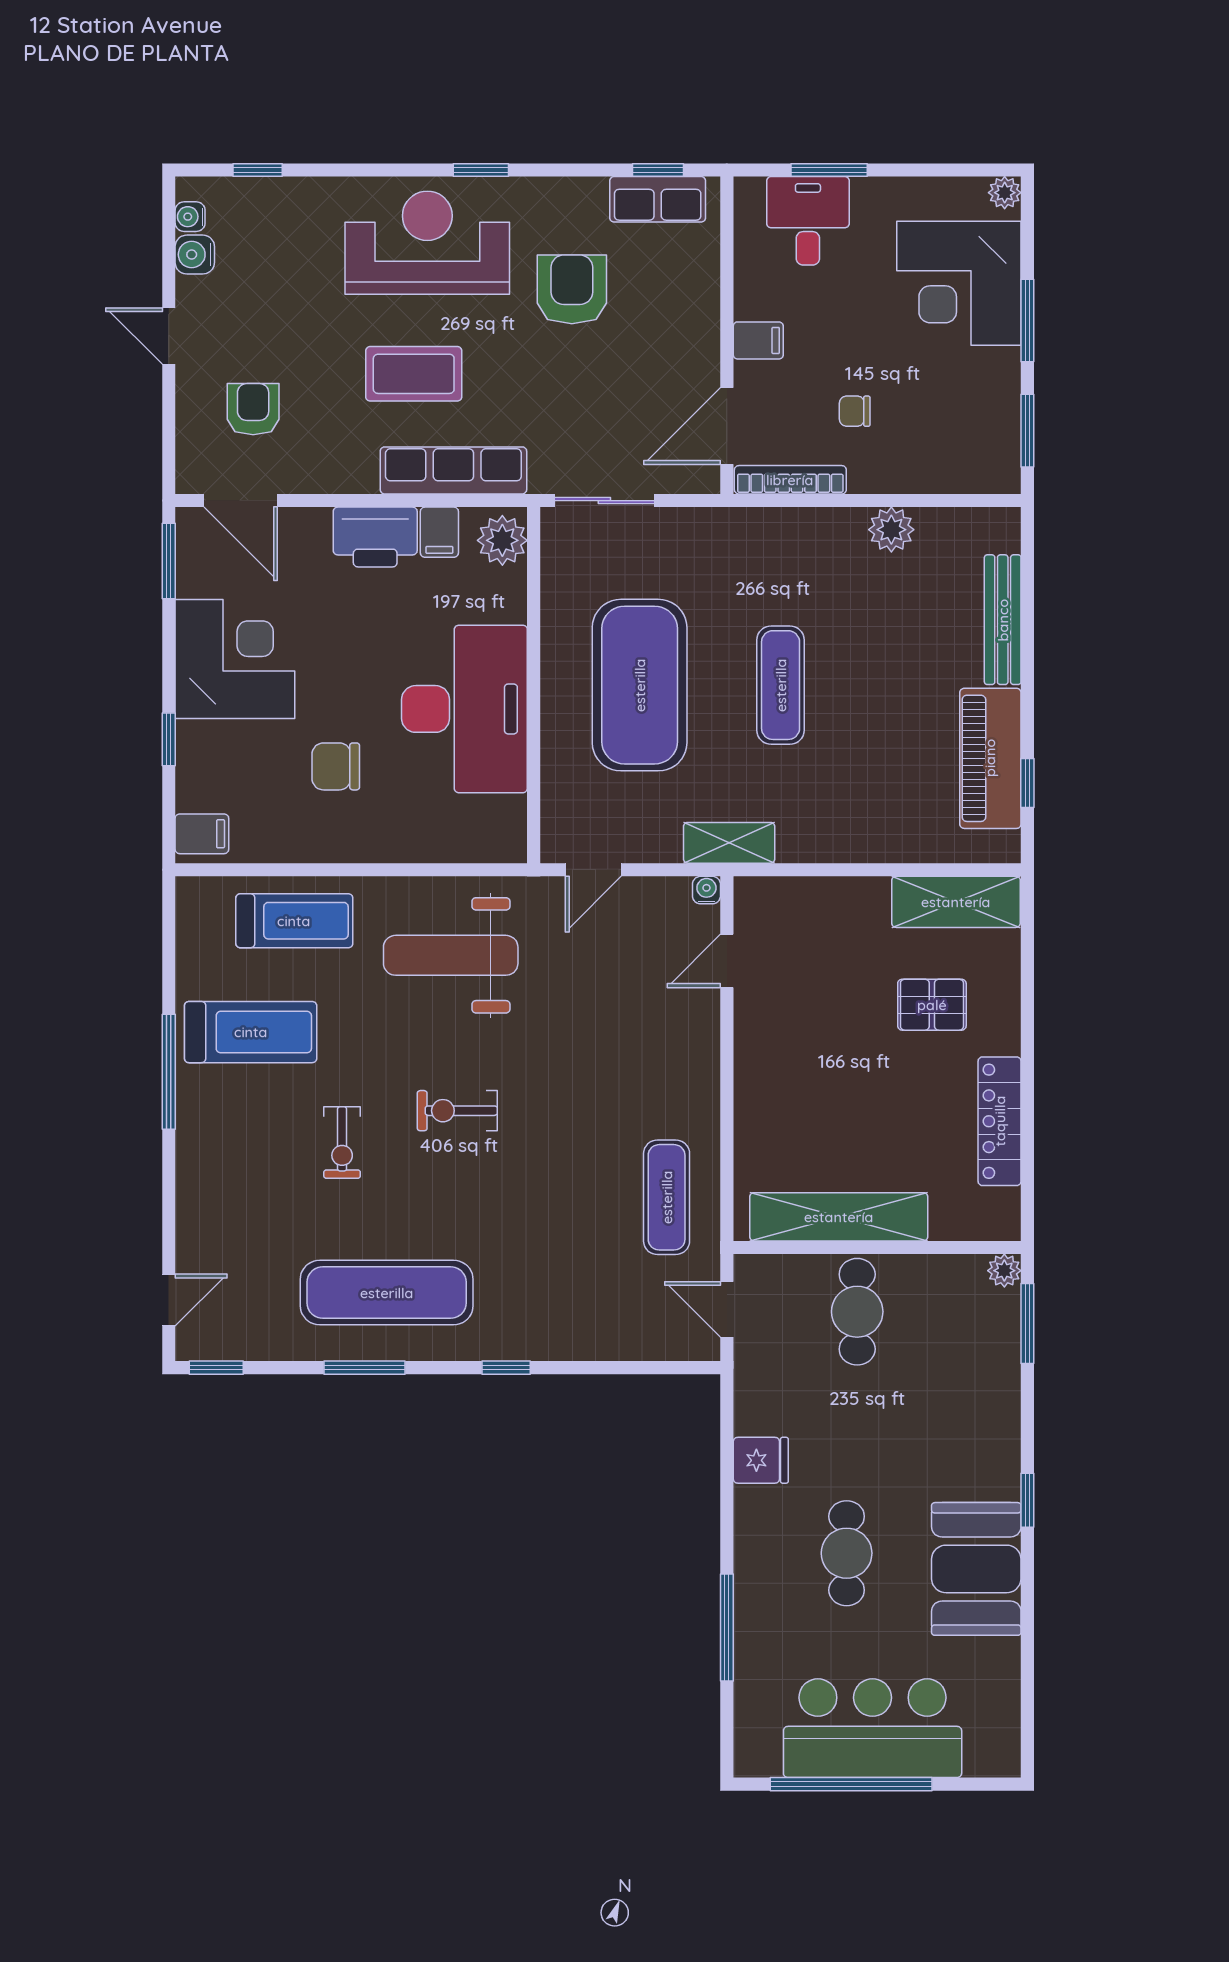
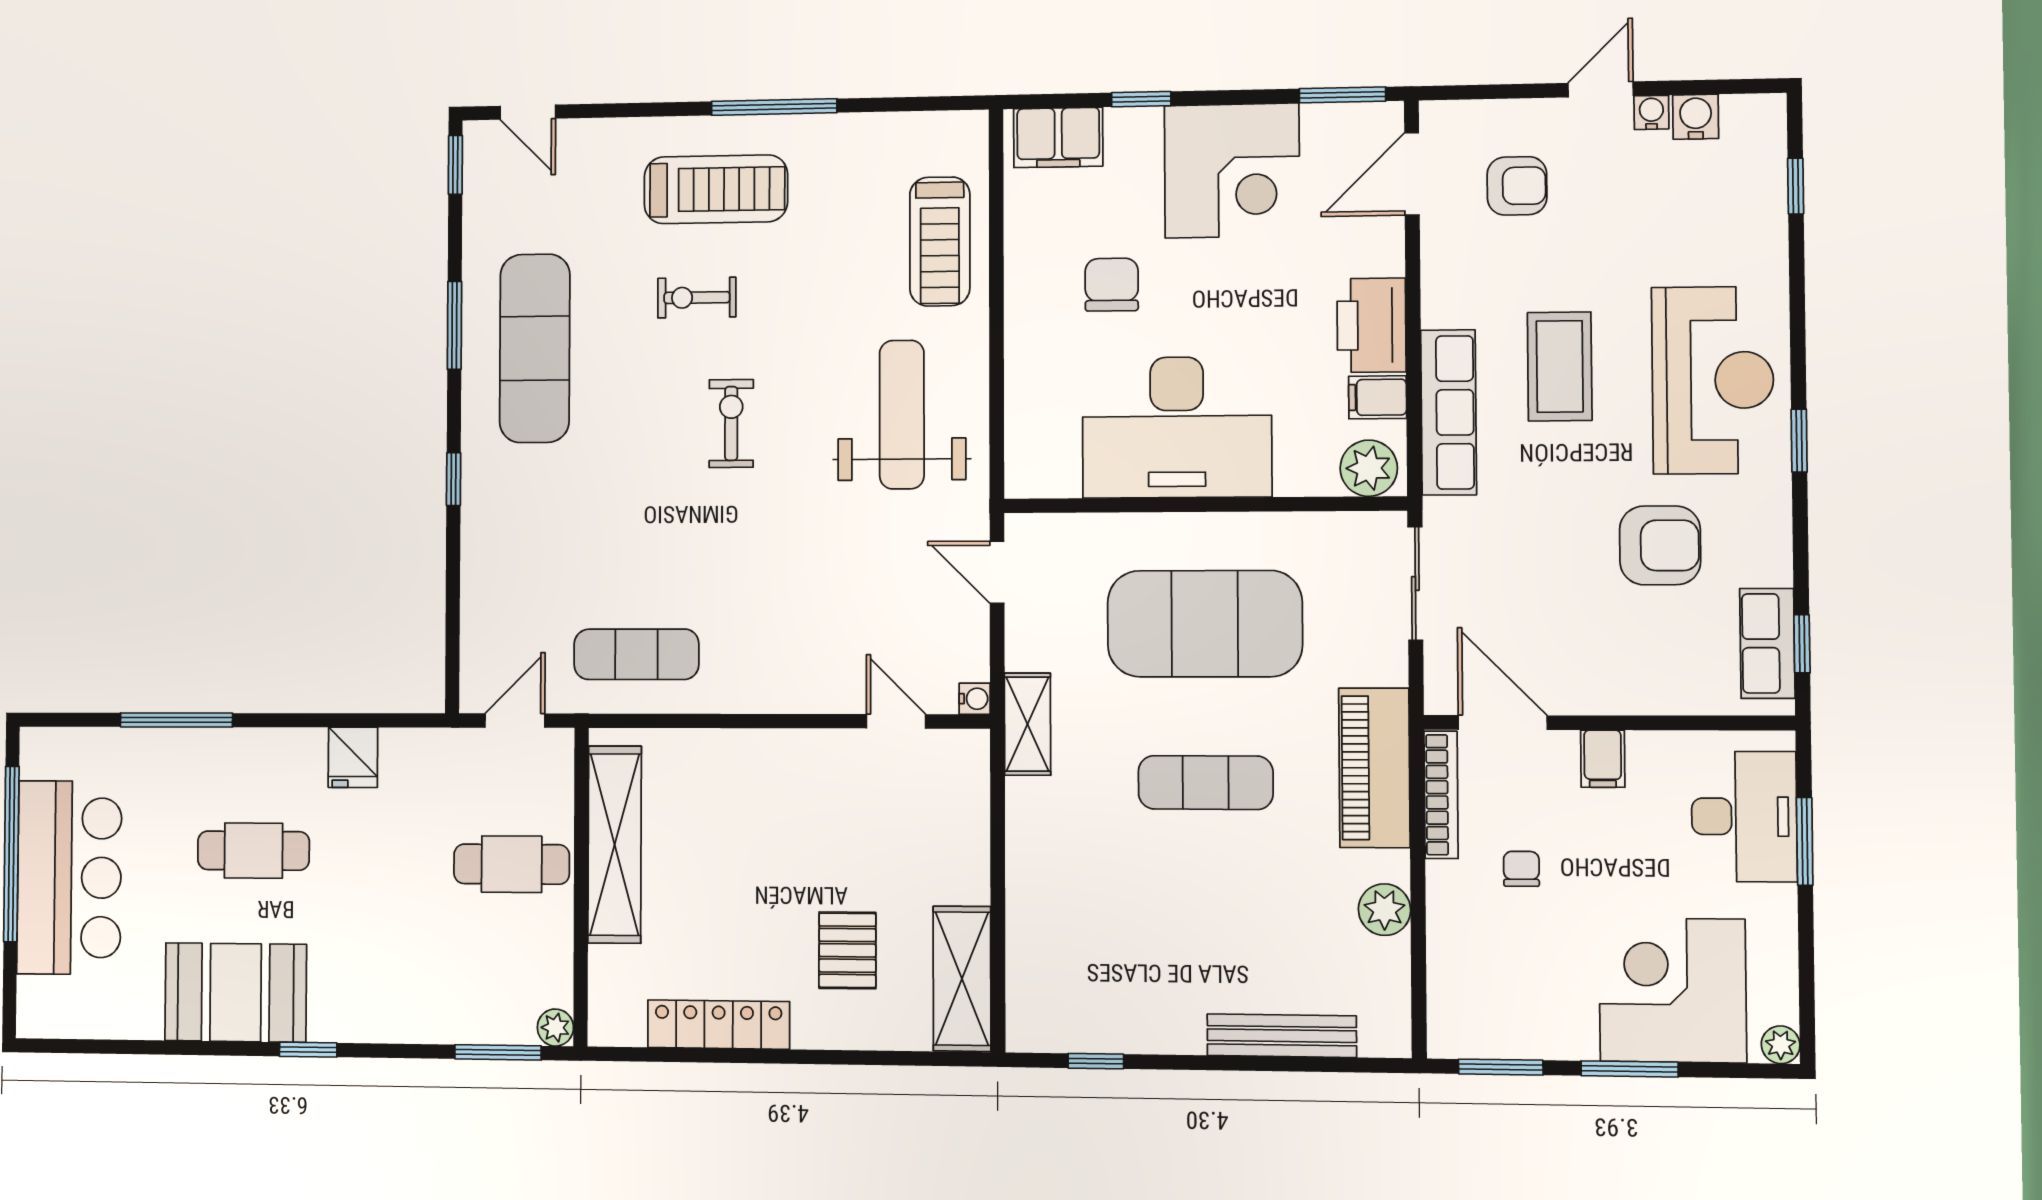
water cooler: (190, 217) -> (1651, 112), moved
desk: (808, 221) -> (1744, 816), width x1.37
piano: (990, 758) -> (1374, 768), moved, turned -90
filing cabinet: (202, 834) -> (1058, 137), width x2.00
treadmill: (251, 1032) -> (716, 189), moved, turned -90

